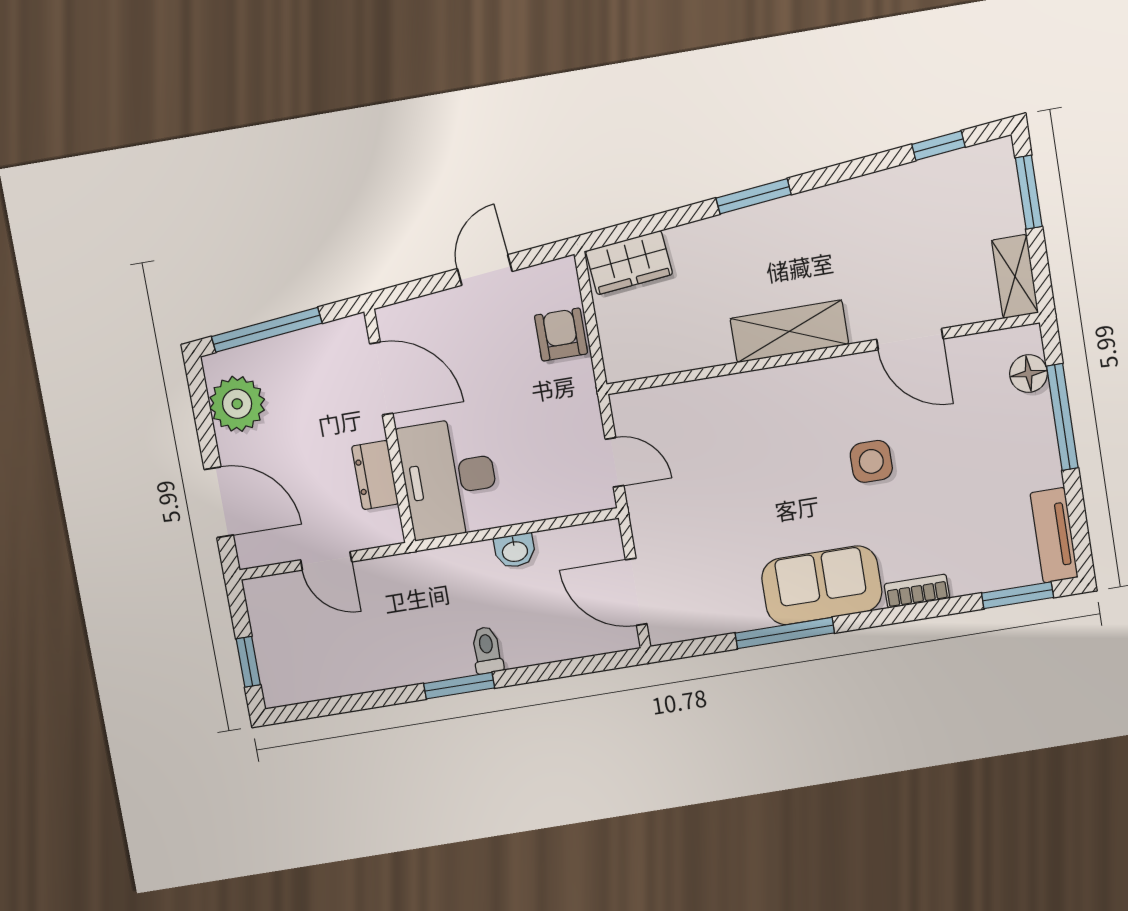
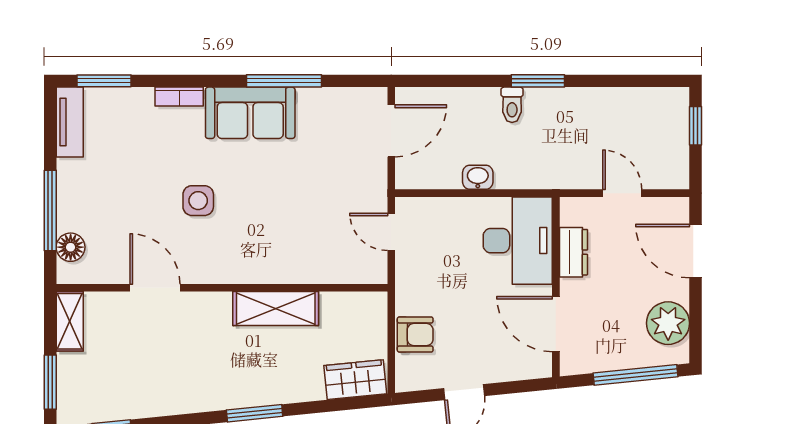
shelving: (789, 331) -> (276, 308), moved
armchair: (561, 335) -> (415, 335), turned -90
door: (636, 592) -> (391, 131), hinge flipped

